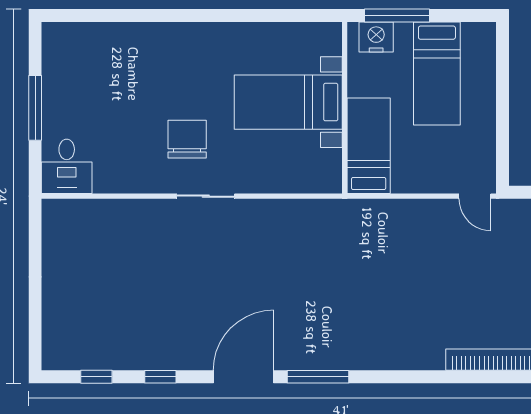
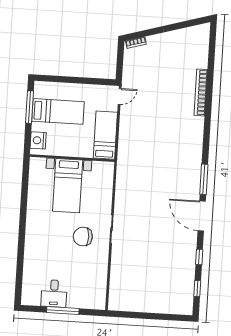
window: (397, 15) -> (30, 107), moved
bed: (369, 146) -> (105, 135), moved, turned 90
desk: (67, 166) -> (54, 293), moved, turned 90

